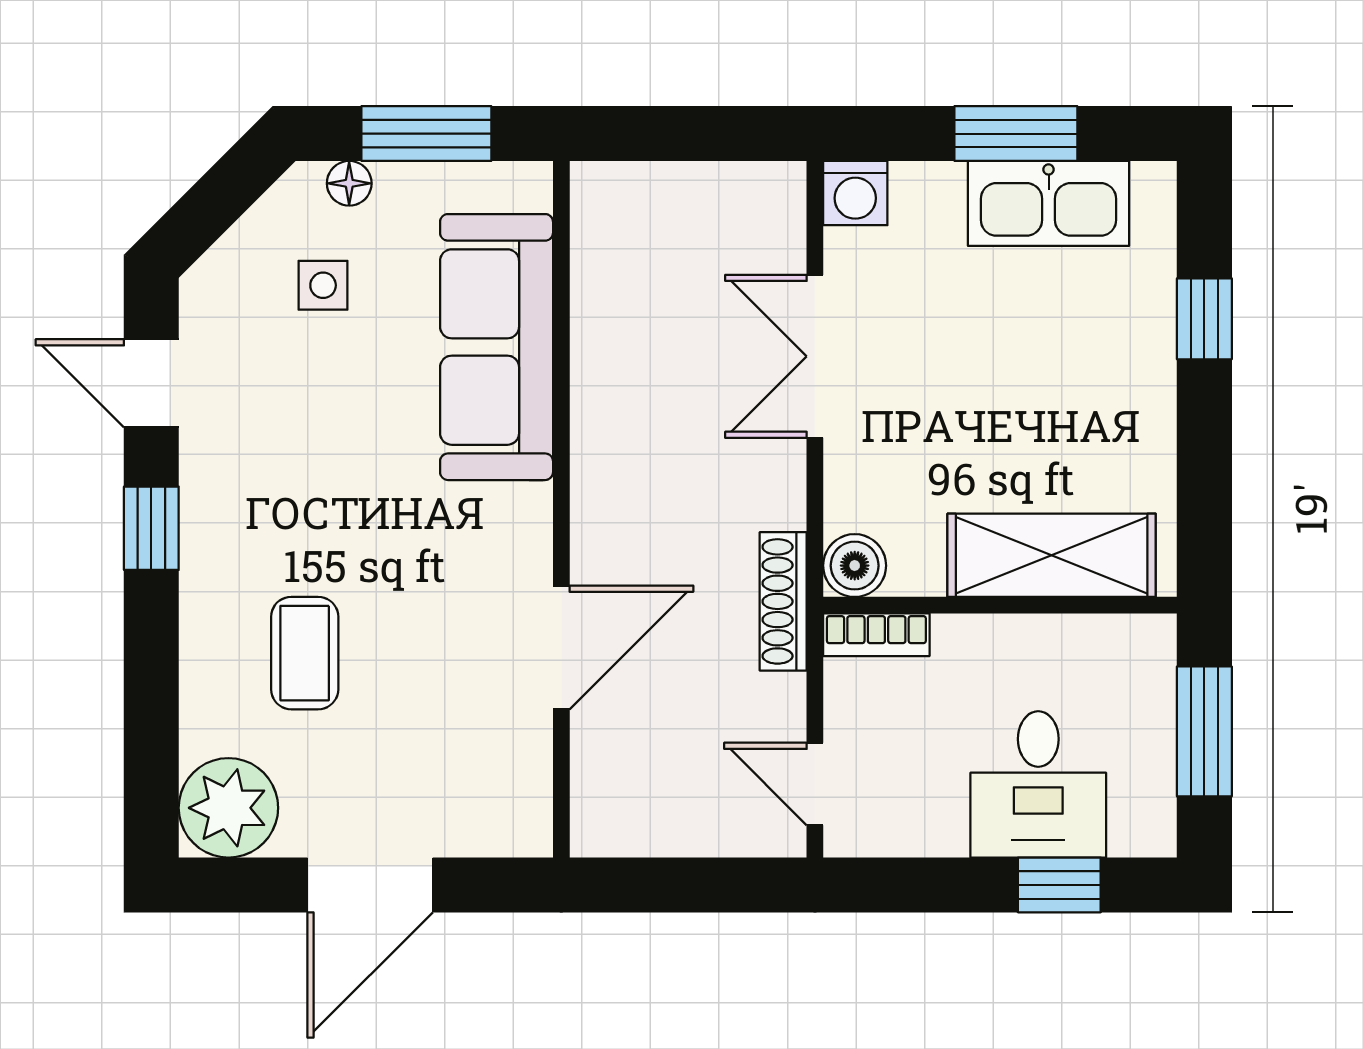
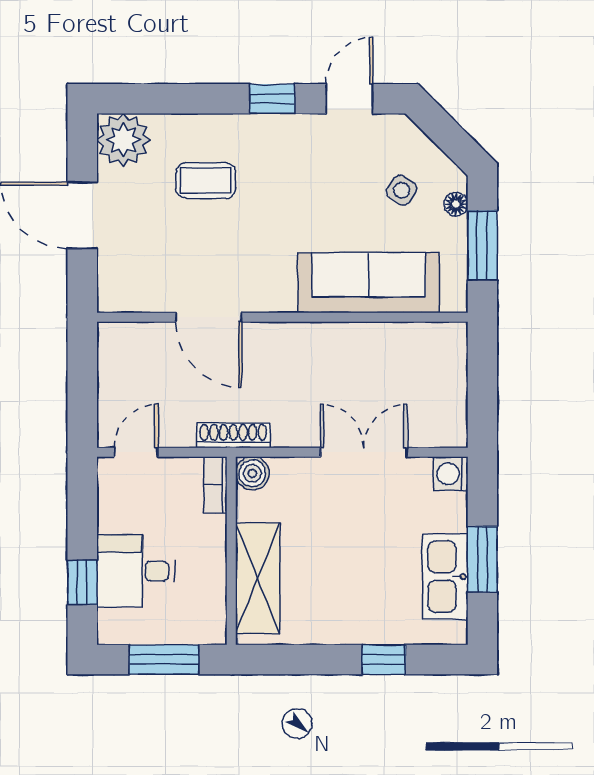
side table: (323, 285) -> (402, 190), turned 33

